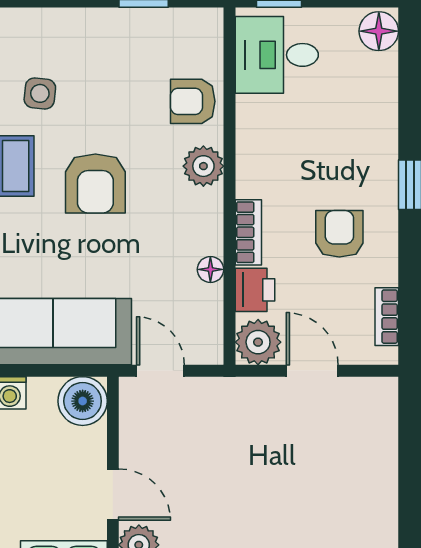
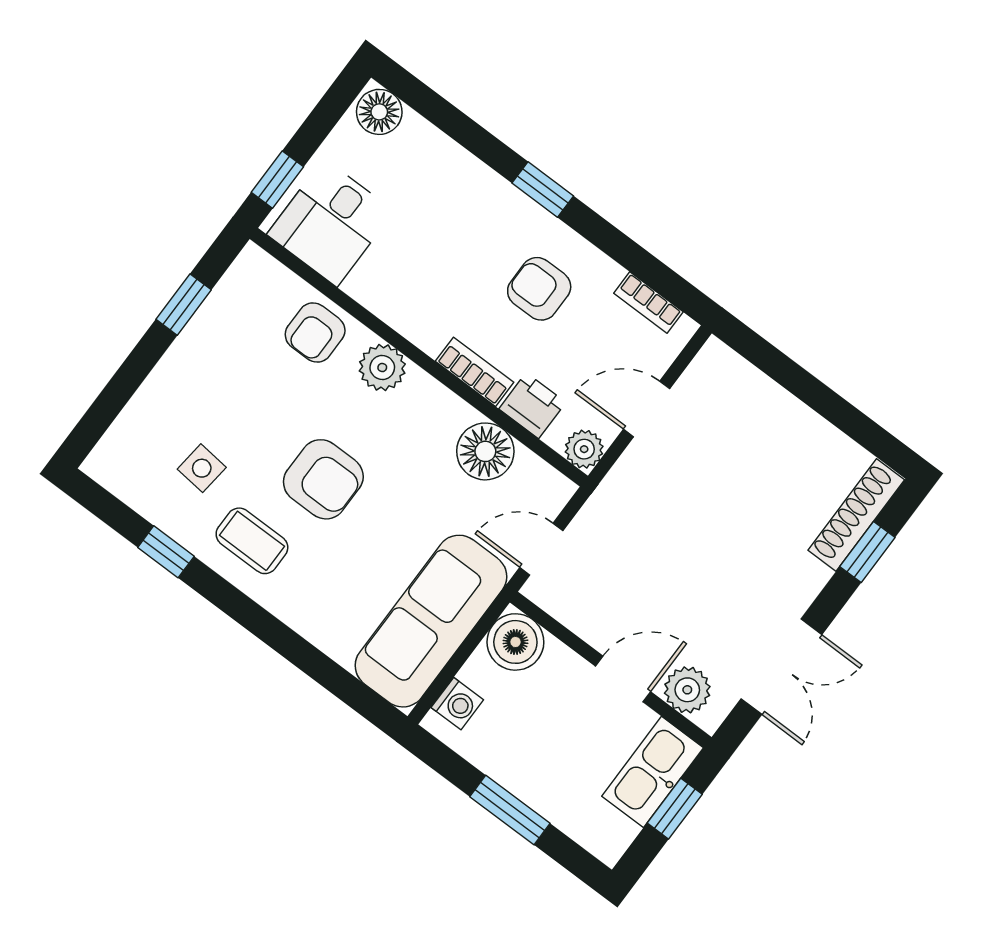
floor lamp: (210, 269) -> (485, 451), width x1.89, depth x1.89
plant: (258, 342) -> (584, 449), width x0.73, depth x0.73

